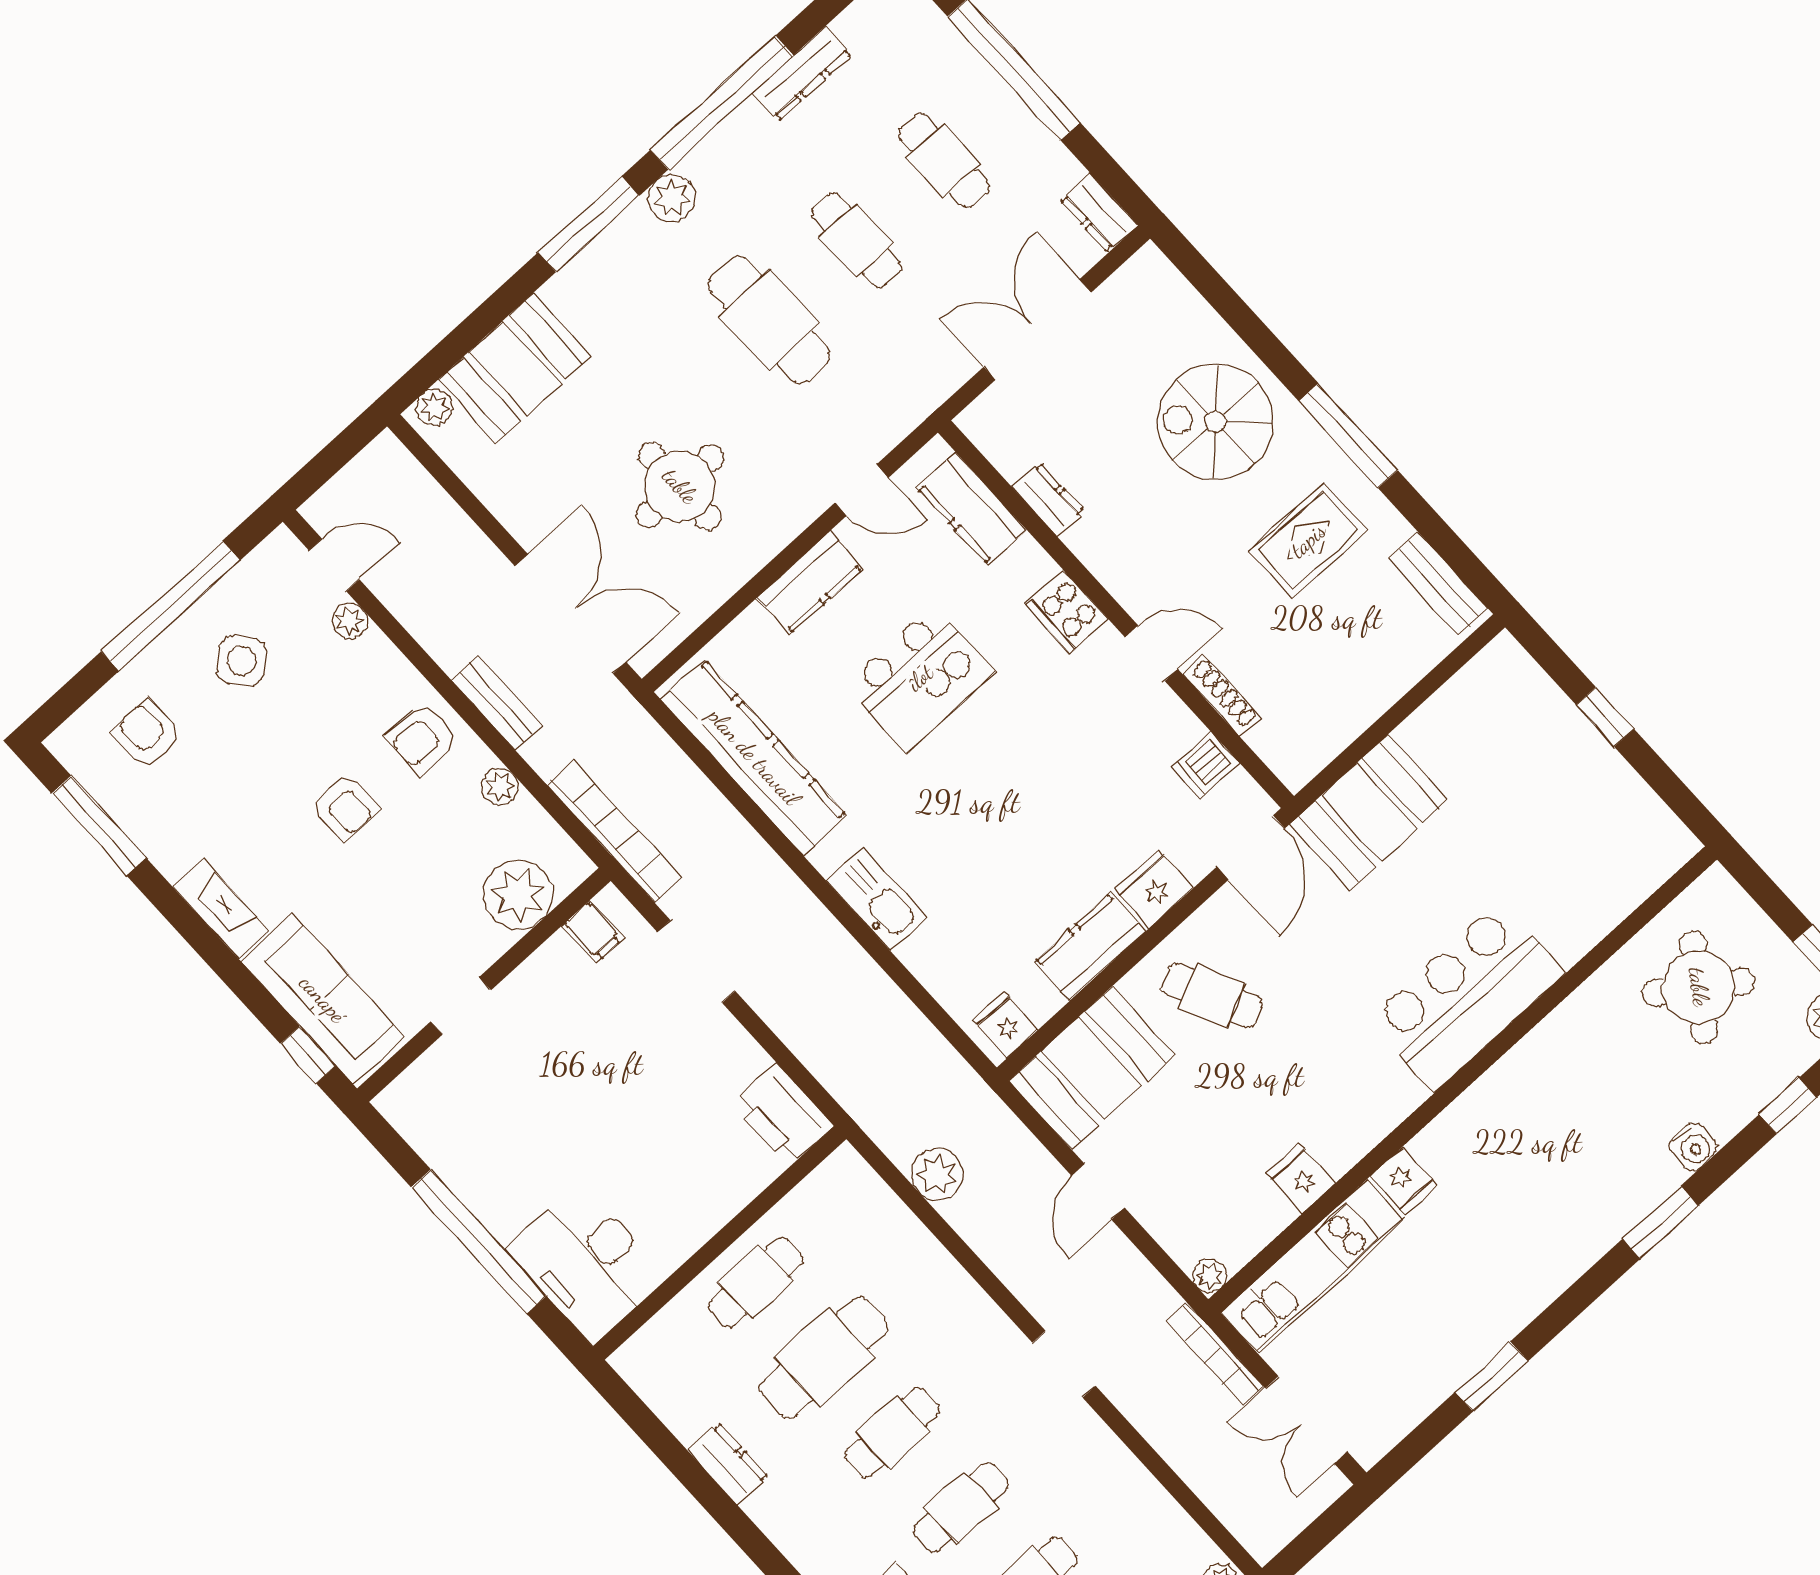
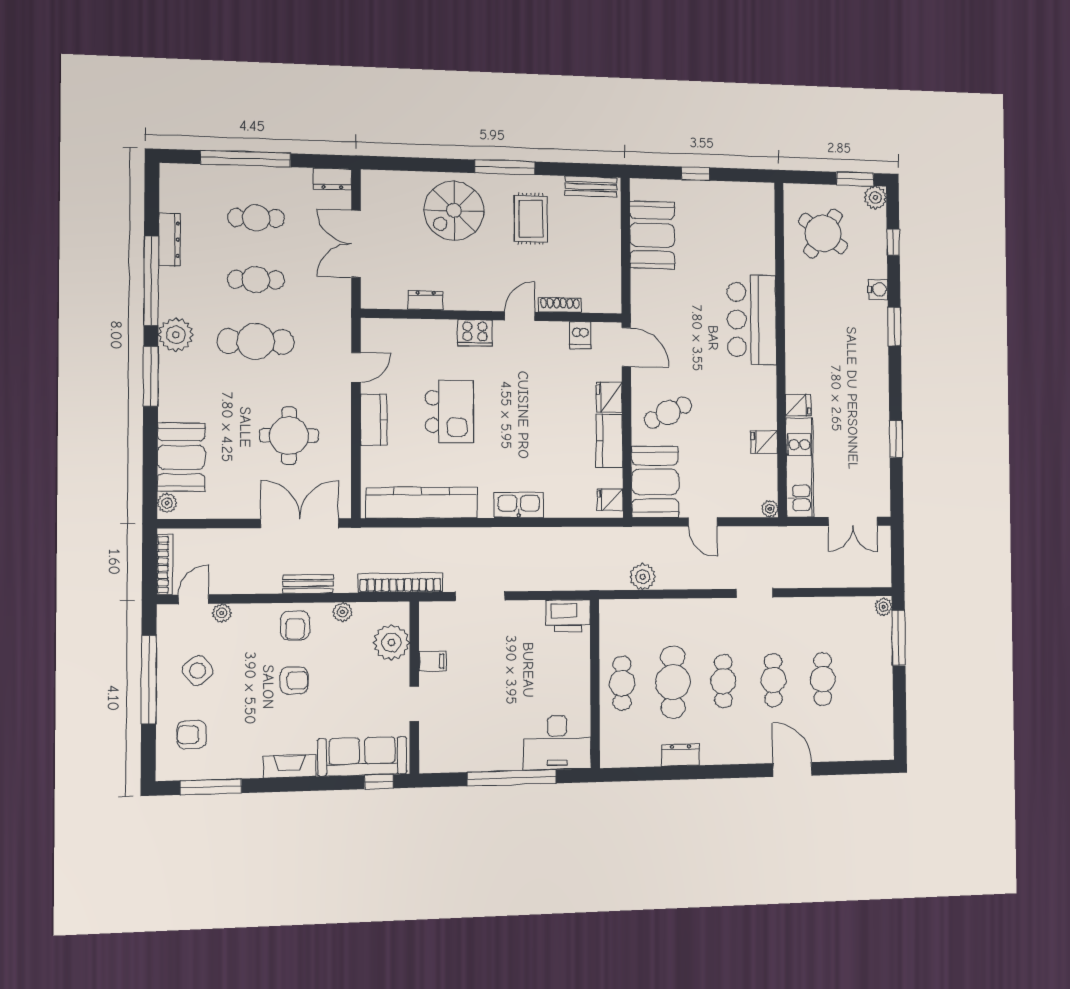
plant: (672, 198) -> (176, 335), width x1.36, depth x1.36
kitchen counter: (972, 509) -> (402, 332), removed
booth: (1369, 812) -> (652, 235), moved
filing cabinet: (593, 931) -> (432, 661), moved
bookcase: (1214, 1353) -> (165, 565), moved, turned -90

